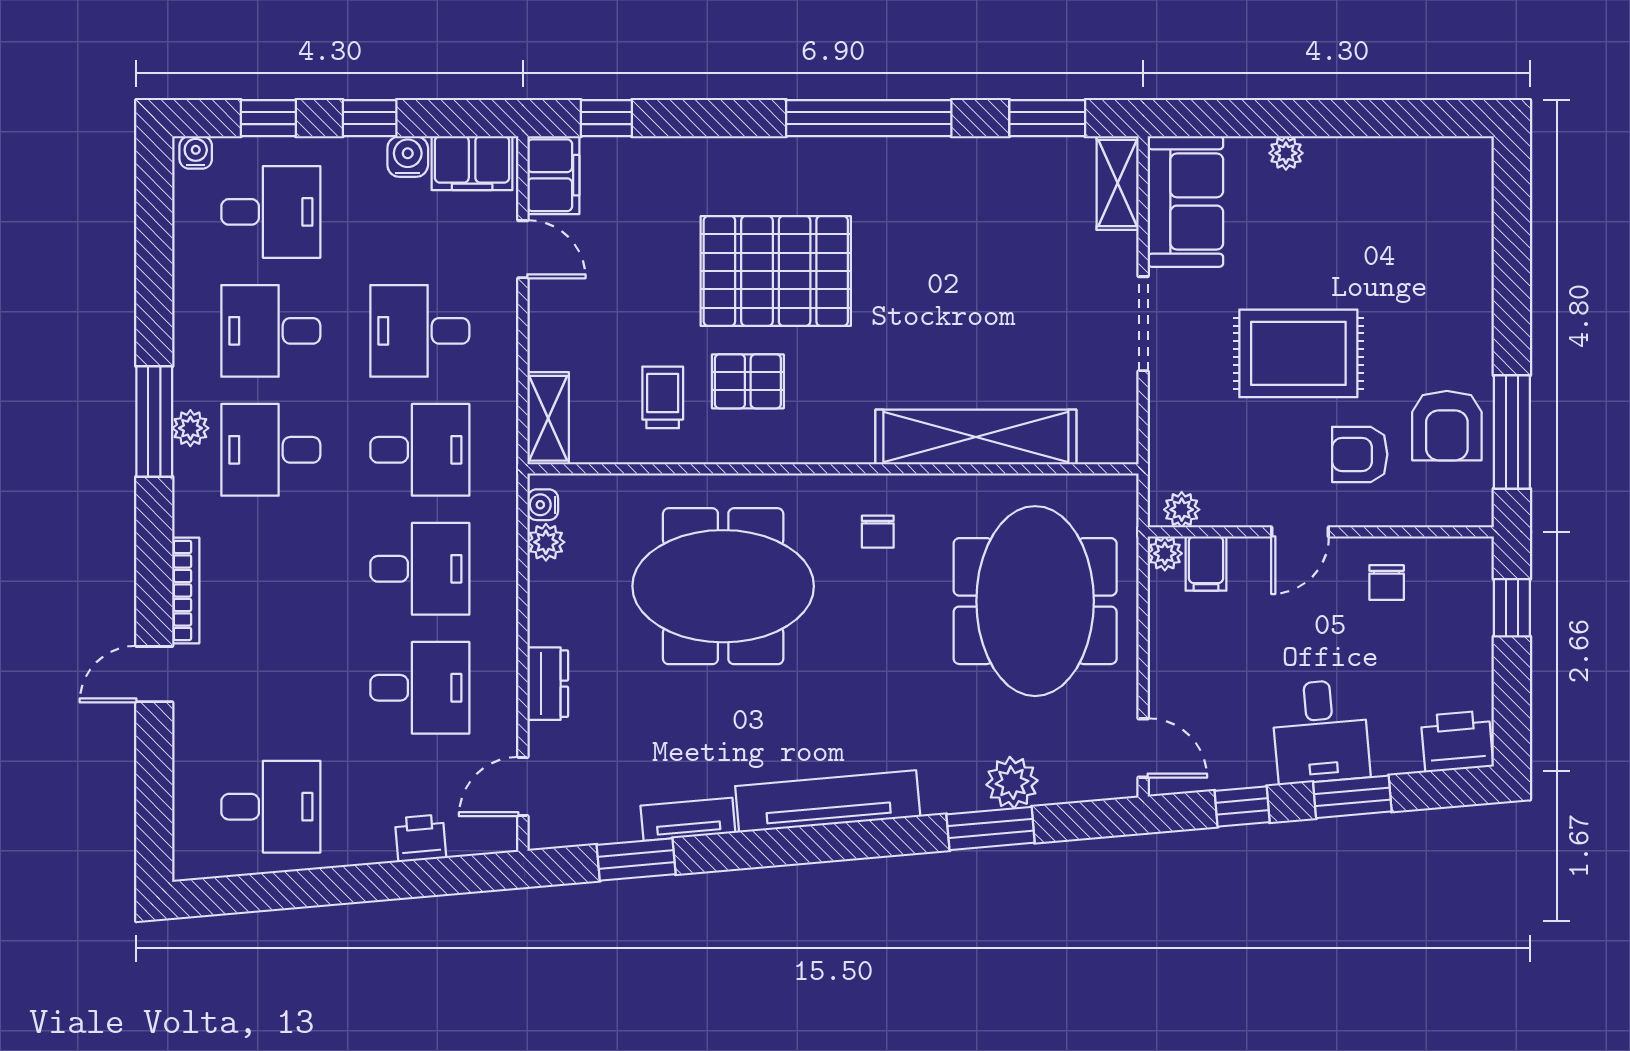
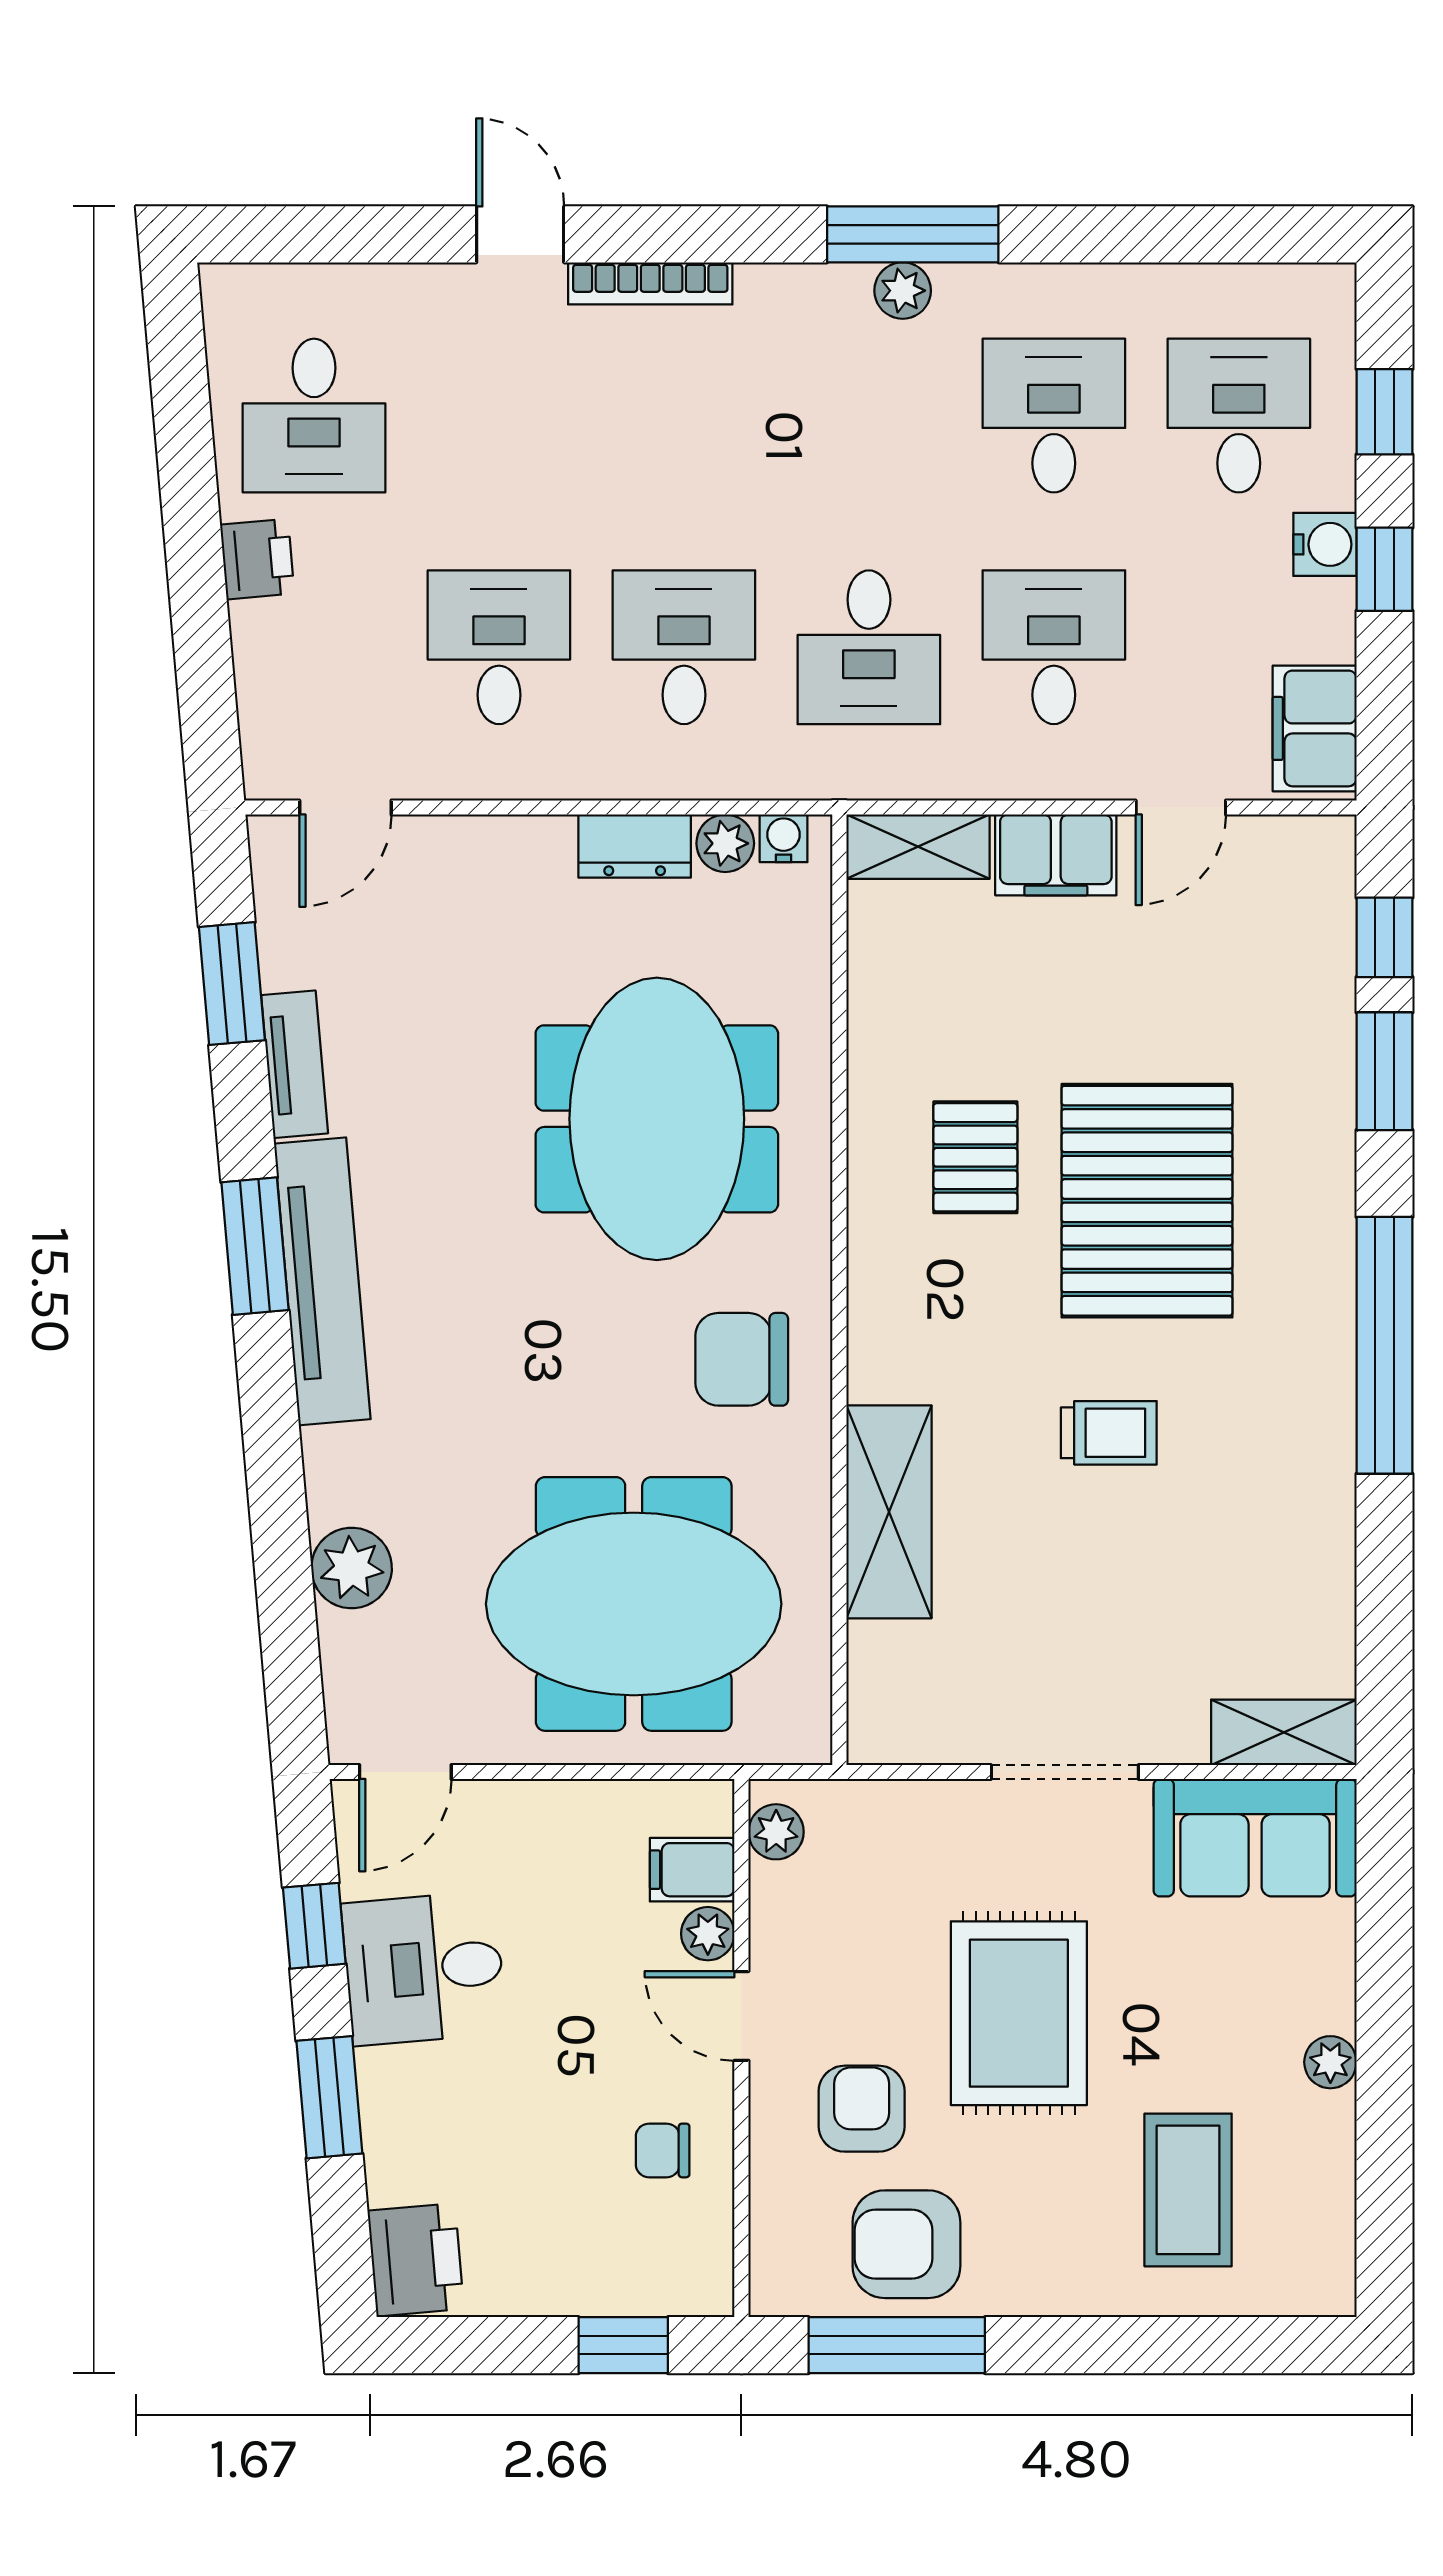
window: (1047, 118) -> (1384, 1071), moved
water cooler: (196, 152) -> (1331, 299), removed
plant: (1286, 153) -> (1330, 2062), moved
water cooler: (408, 157) -> (1325, 544), moved
filing cabinet: (553, 175) -> (1056, 855), moved
desk: (271, 212) -> (1239, 416), turned 180
coffee table: (1412, 245) -> (1188, 2190), added
trolley: (663, 397) -> (1109, 1433), moved
shelving: (976, 437) -> (889, 1512), width x0.68
desk: (271, 450) -> (869, 416), removed
chair: (878, 532) -> (742, 1359), width x1.87, depth x1.87
plant: (1165, 553) -> (708, 1934), moved
desk: (420, 569) -> (684, 647), turned 180
dresser: (548, 684) -> (635, 846), moved
desk: (420, 688) -> (499, 647), turned 180
desk: (1320, 732) -> (424, 1968), moved
door: (523, 786) -> (345, 807), swing flipped
window: (991, 828) -> (255, 1246), moved
printer: (420, 838) -> (257, 559), moved

